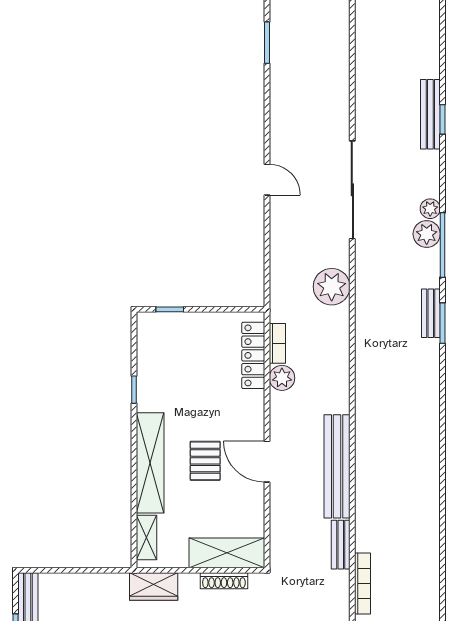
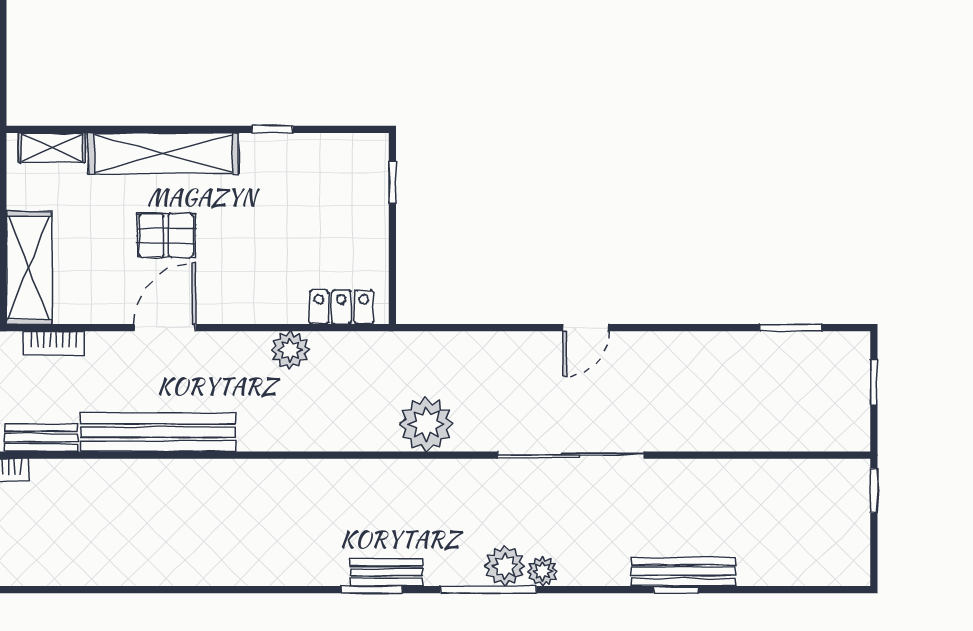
bookcase: (277, 343) -> (54, 343), moved
locker: (253, 355) -> (341, 307), width x0.66

